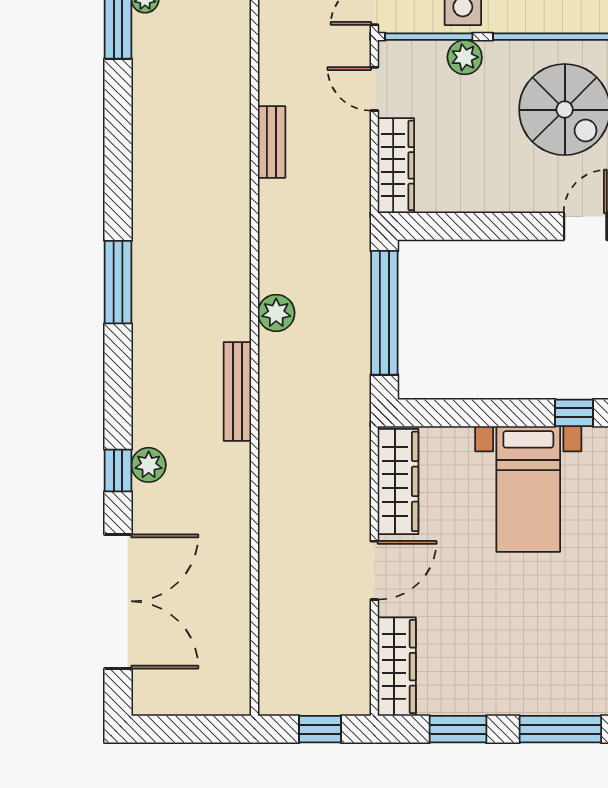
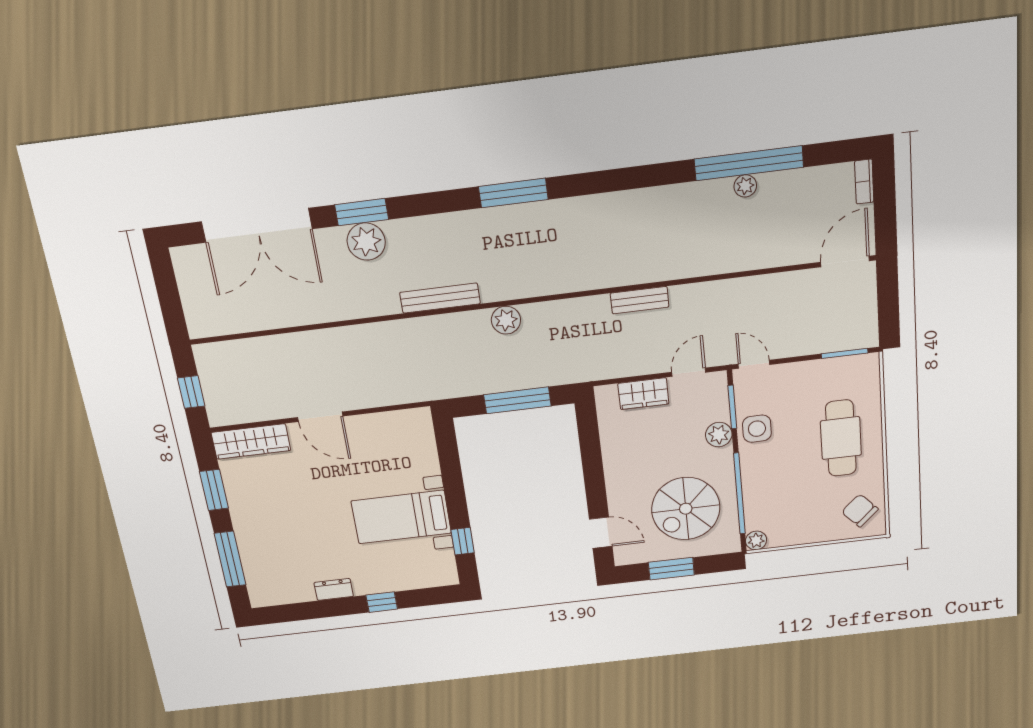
window: (429, 37) -> (732, 407), width x0.69
wardrobe: (396, 165) -> (643, 394), width x0.67
window: (384, 313) -> (517, 400), width x0.68
plant: (149, 465) -> (366, 242), width x1.36, depth x1.36
window: (118, 470) -> (362, 212), width x1.50
wardrobe: (398, 481) -> (391, 426), removed

